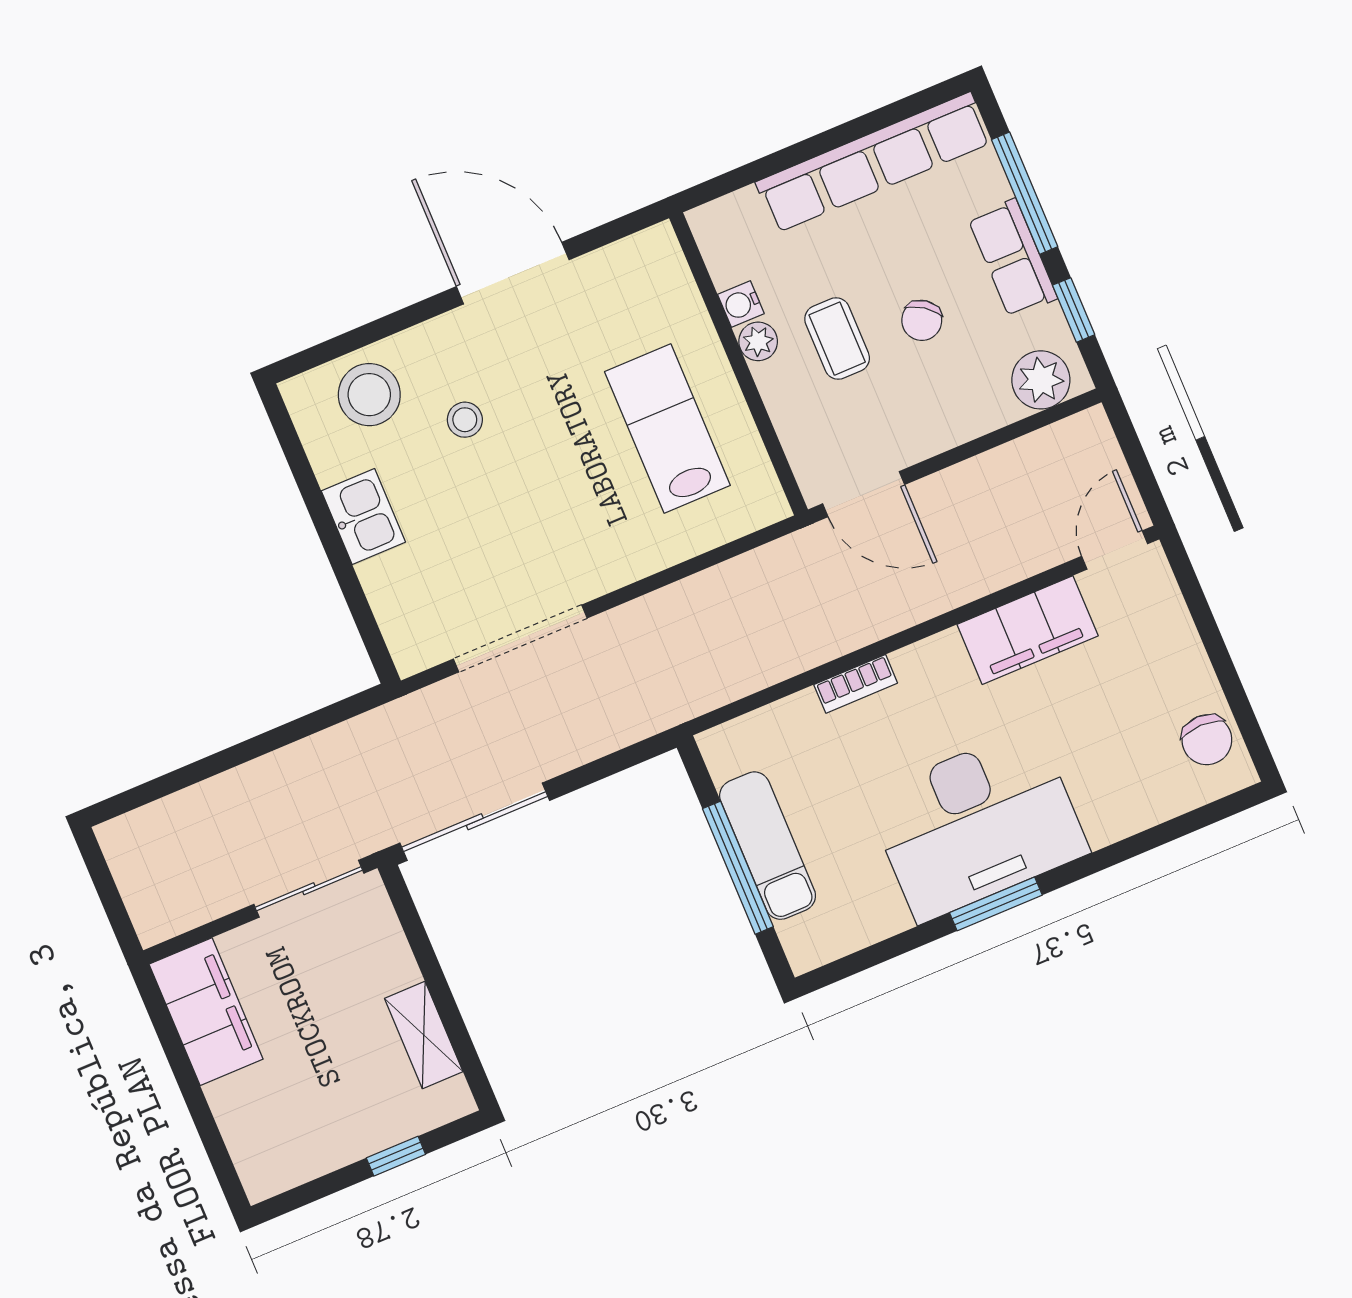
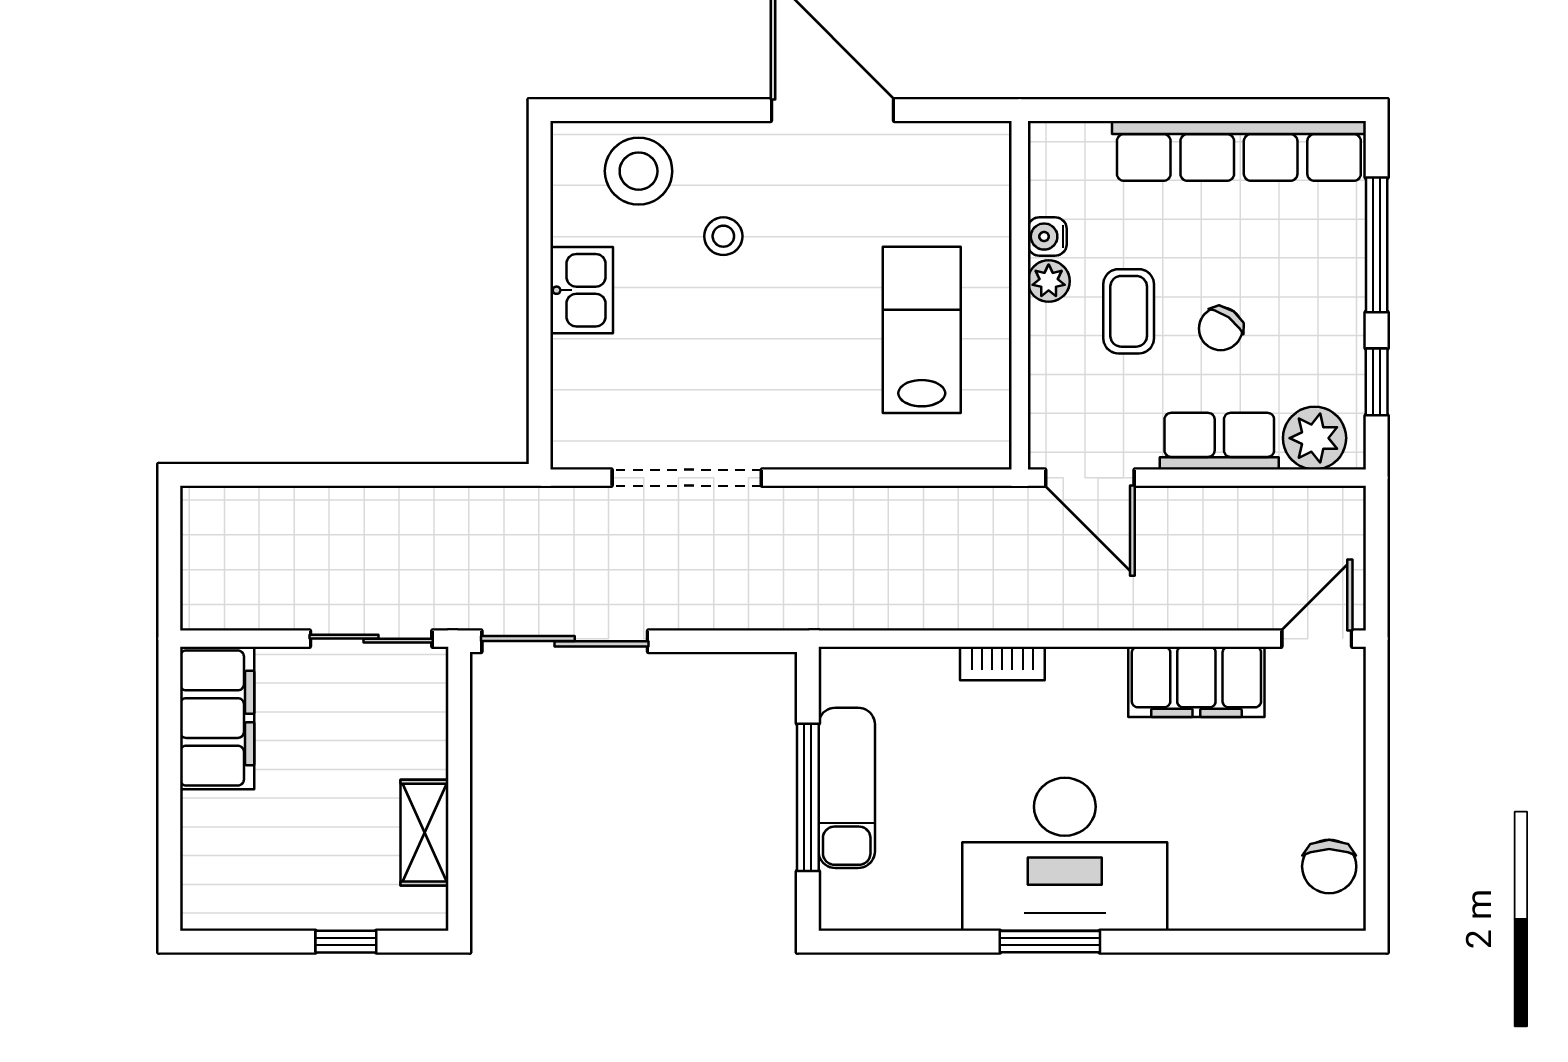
row of seats: (1013, 258) -> (1219, 441), moved, turned 90

